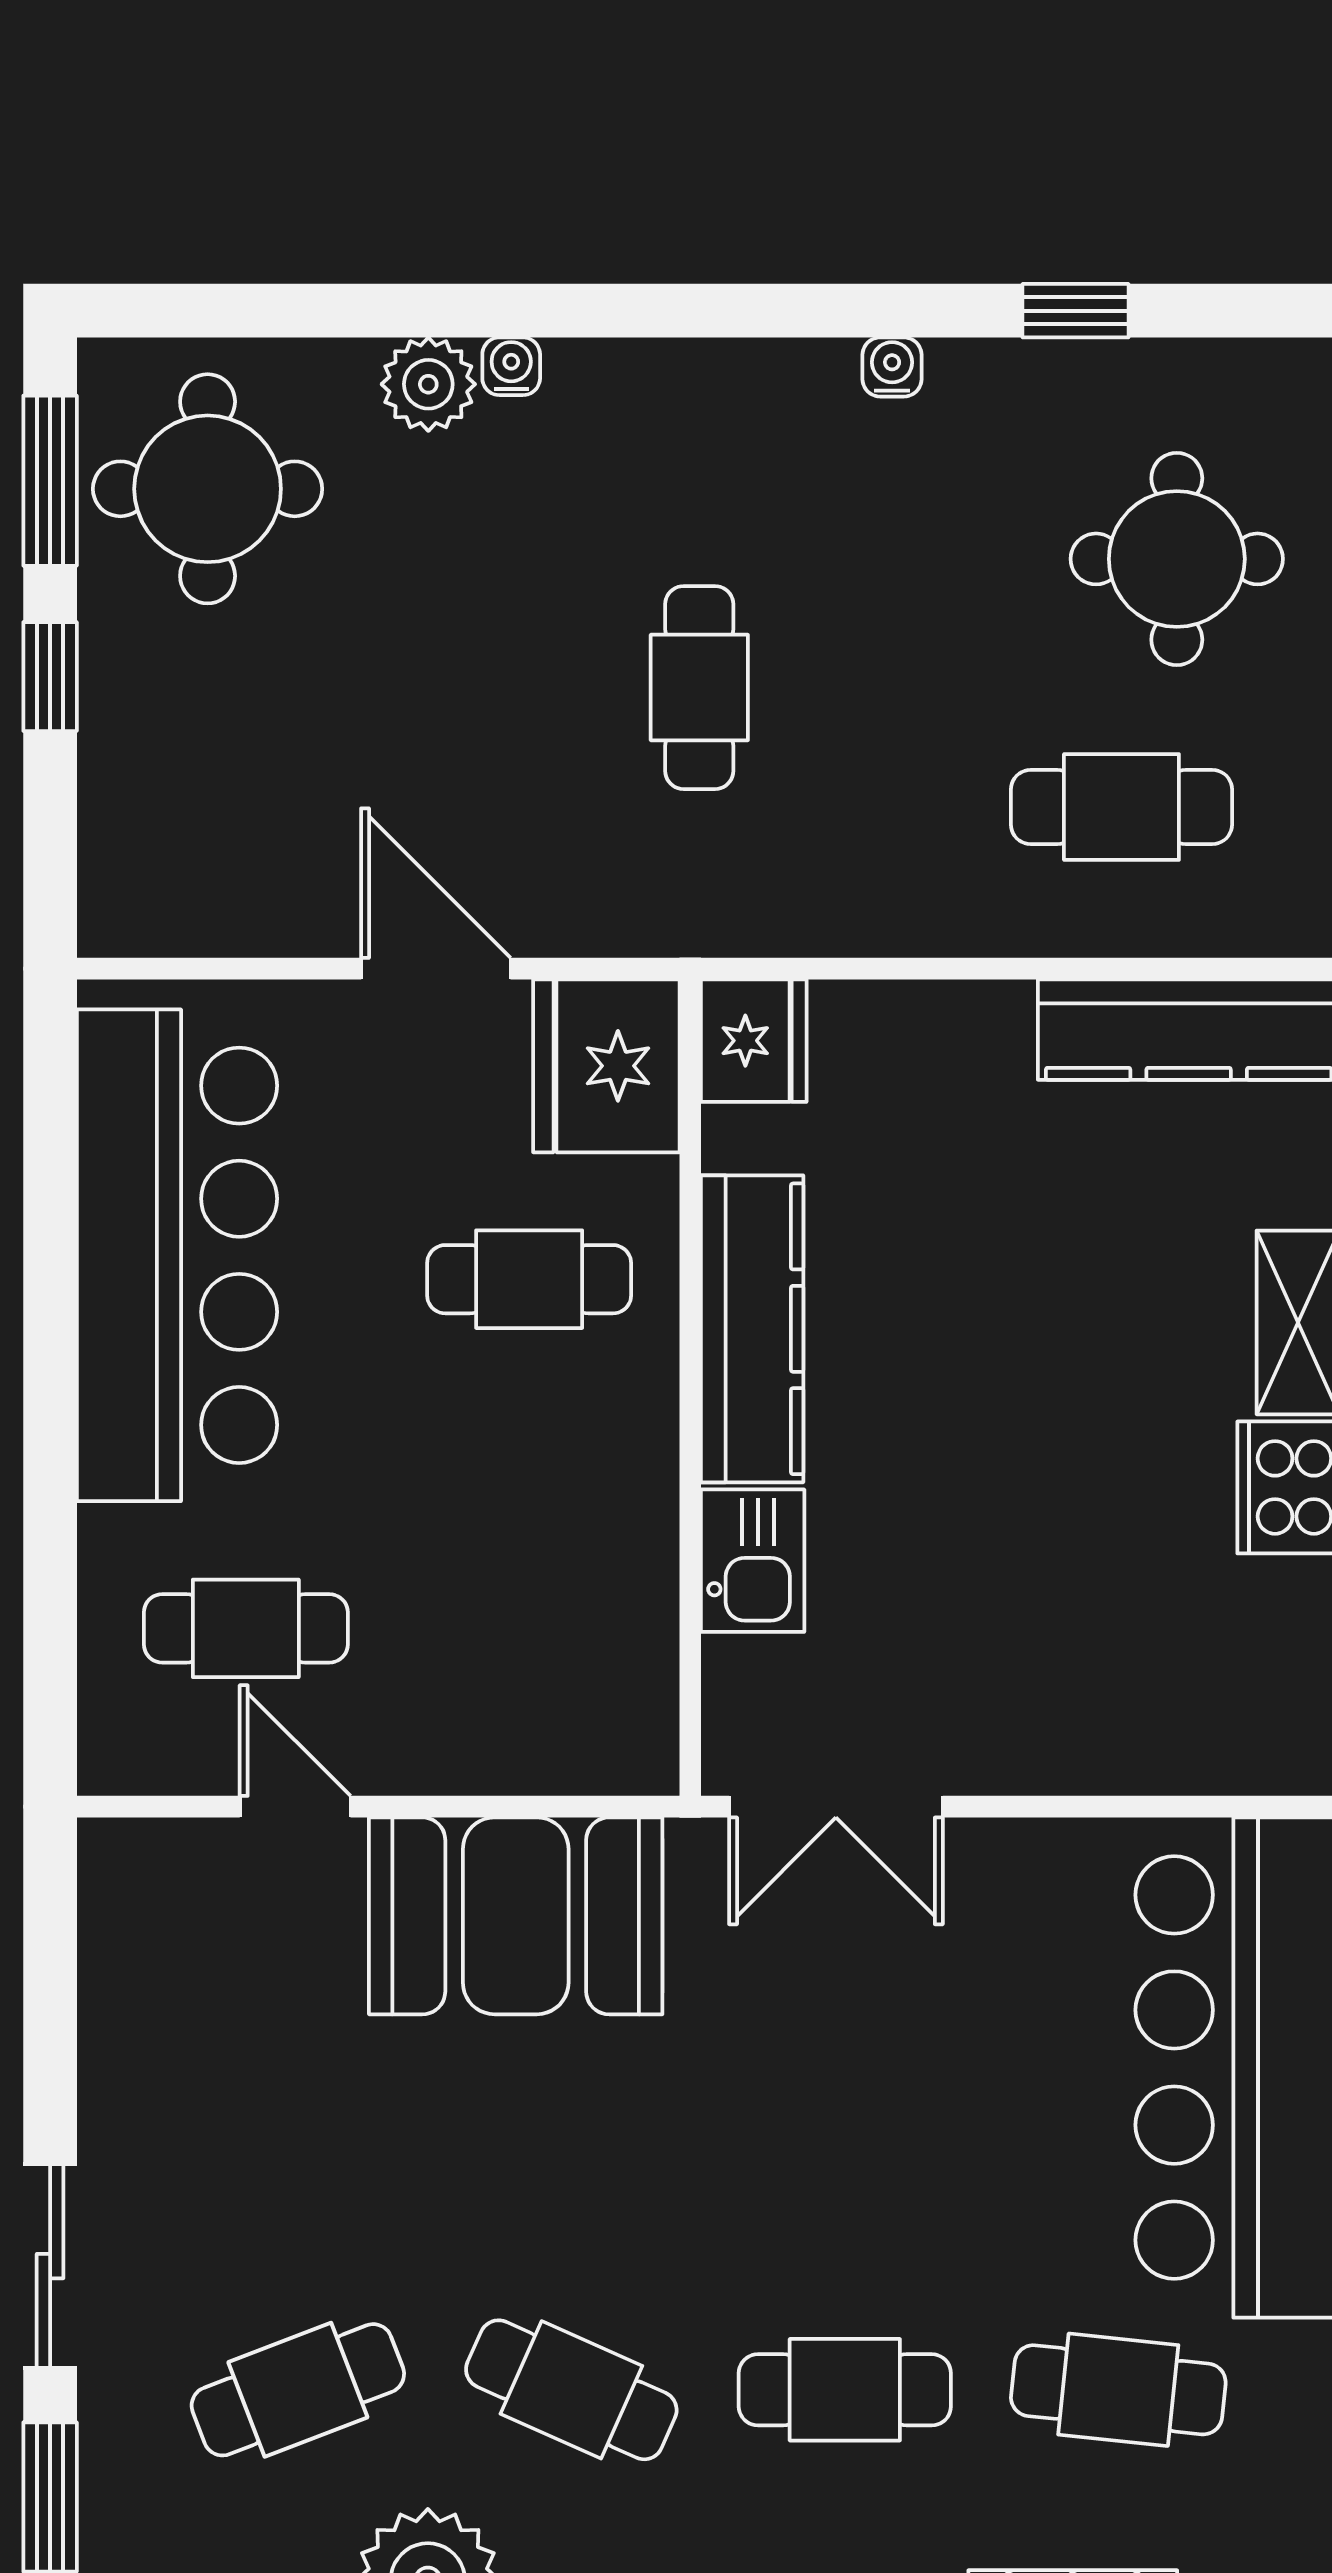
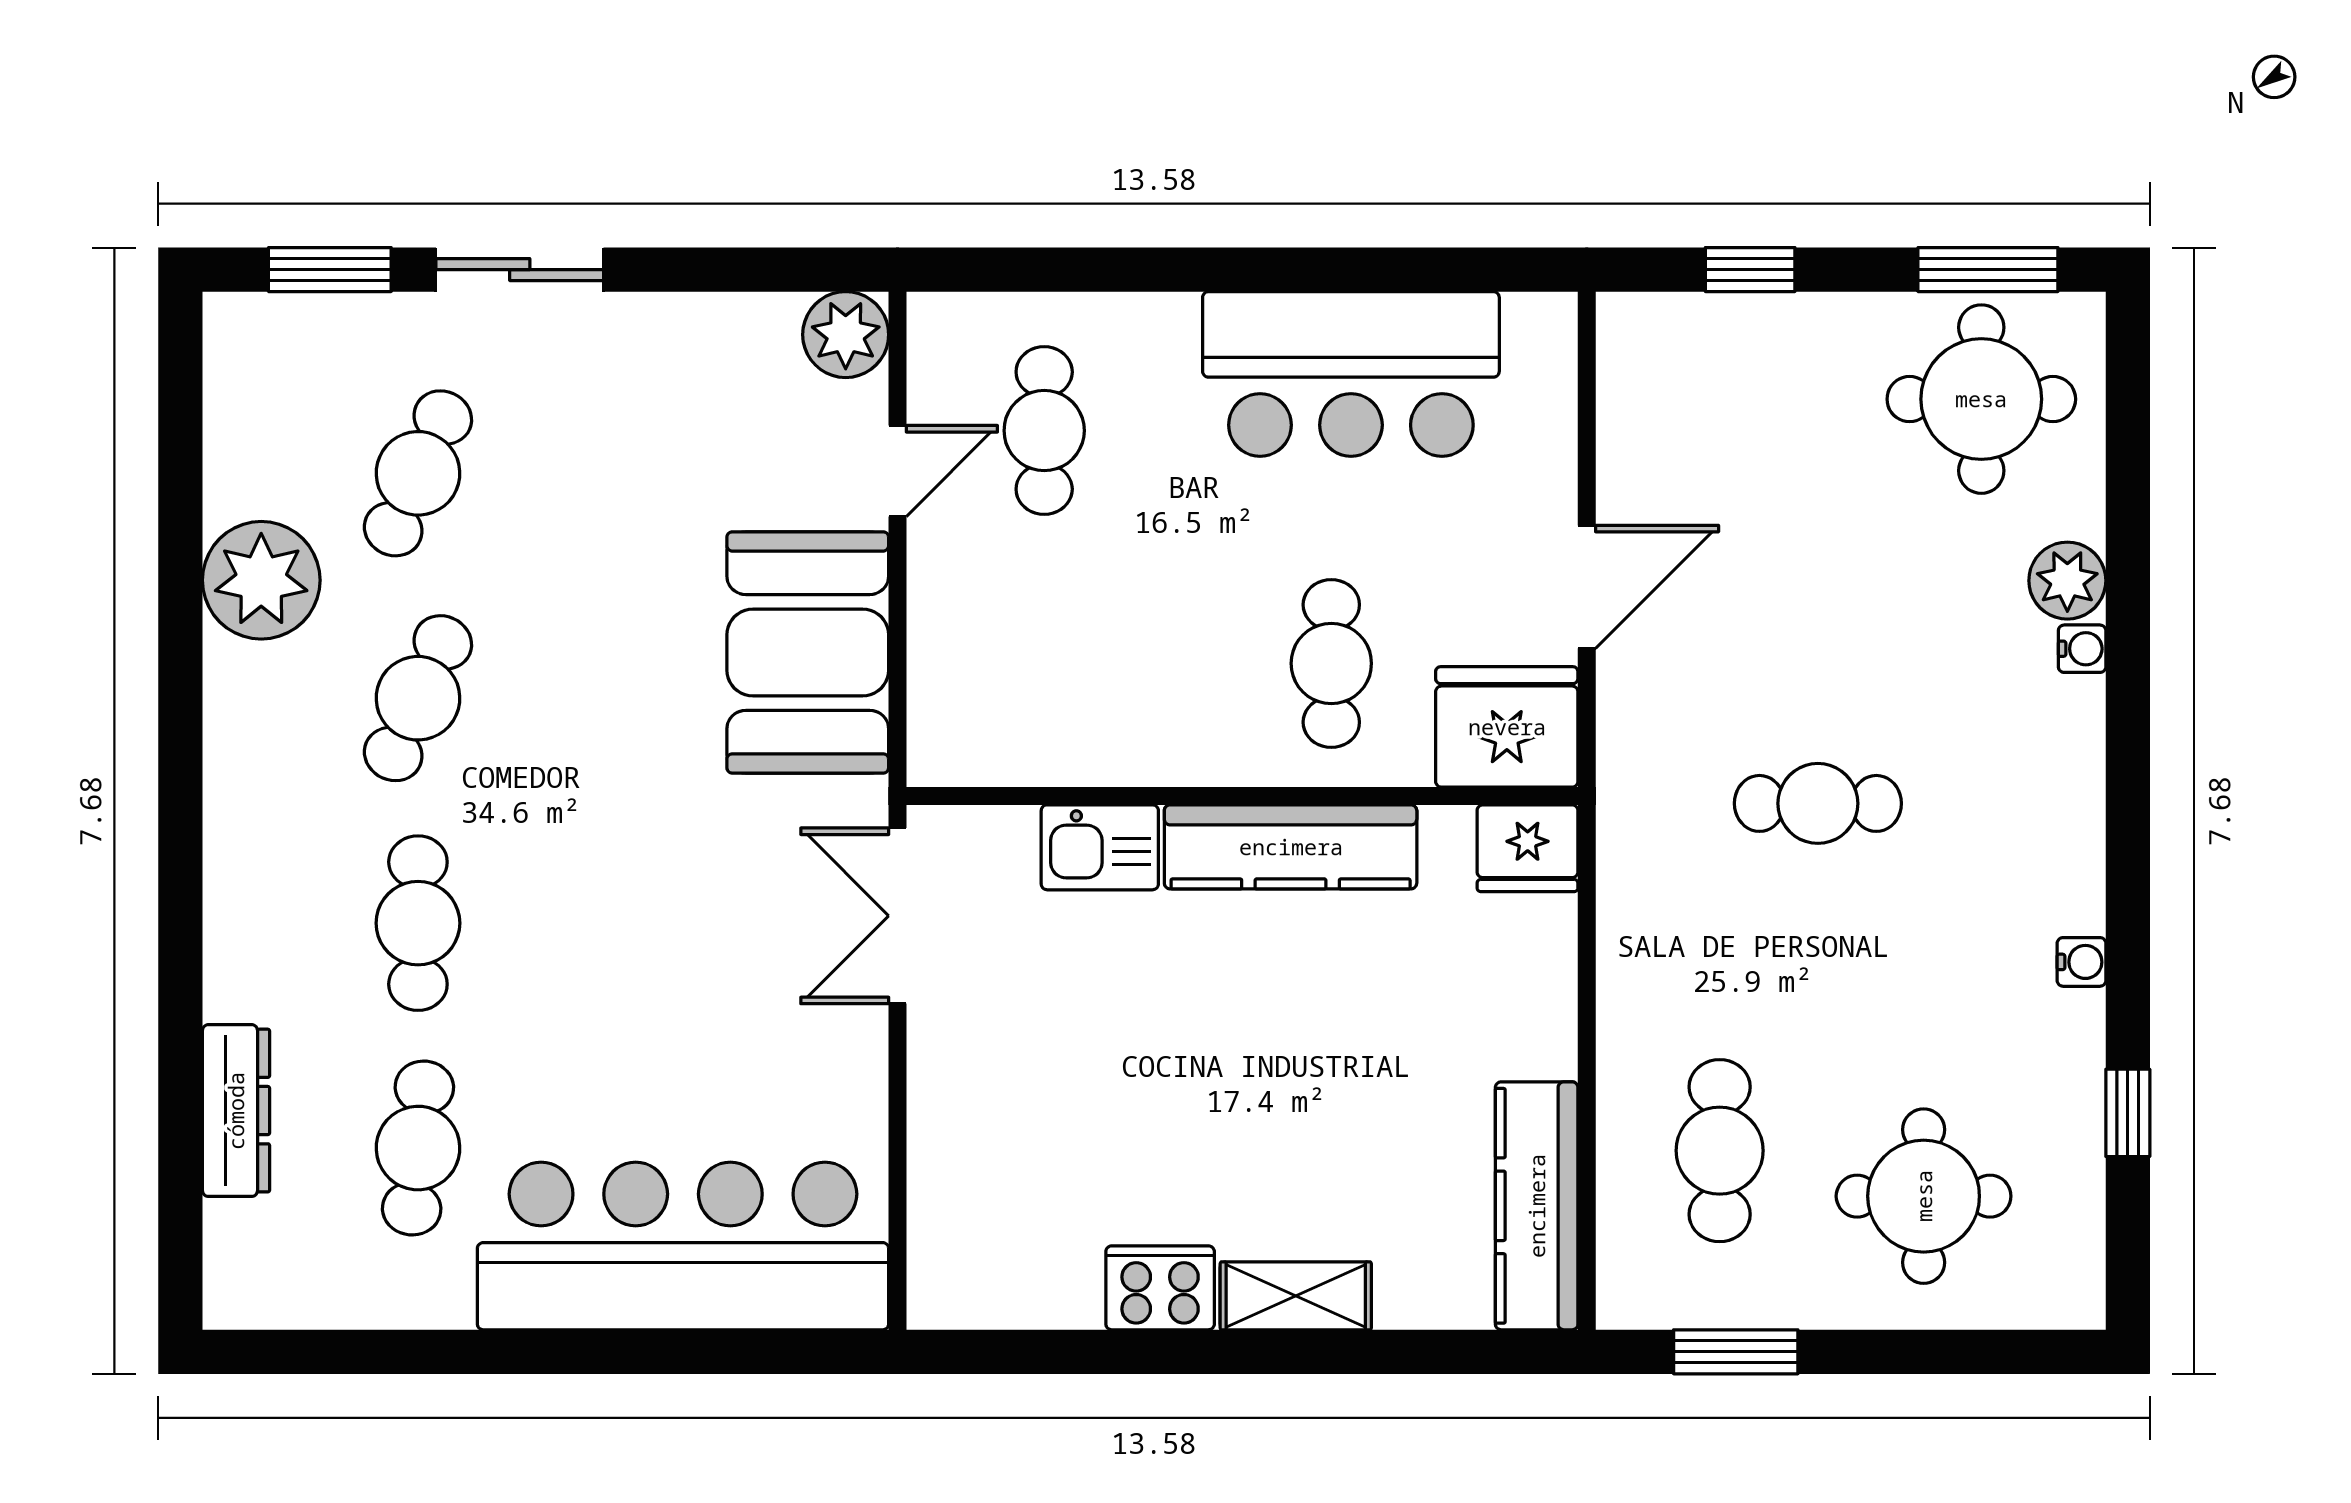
window: (50, 677) -> (1750, 270), moved
bar counter: (177, 1255) -> (1351, 374), width x0.73
plant: (129, 1870) -> (846, 335), added
cafe table: (298, 2390) -> (418, 473), turned 45

